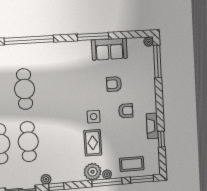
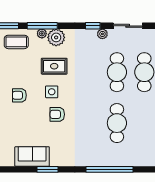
window: (93, 37) -> (47, 169), width x0.69
armchair: (114, 84) -> (57, 114), moved, turned 180
rug: (93, 143) -> (54, 66), turned 90

